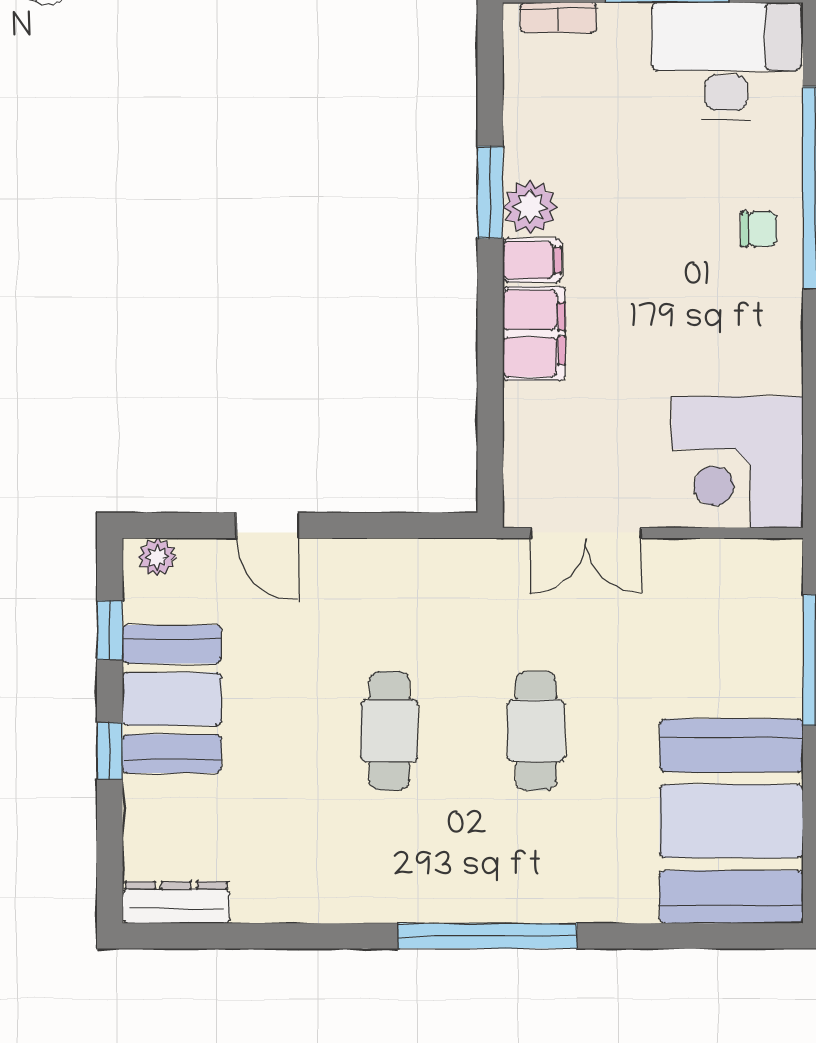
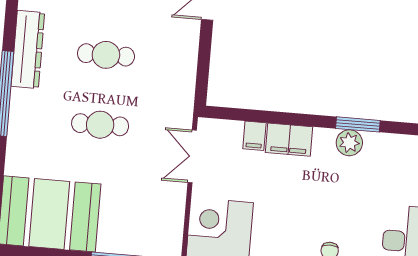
filing cabinet: (532, 260) -> (254, 136), moved
dresser: (392, 895) -> (28, 49), added

